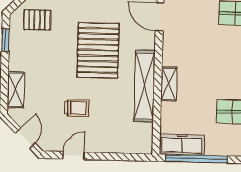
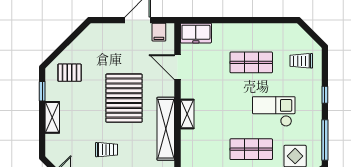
shelving: (169, 84) -> (187, 114), moved
shelving: (16, 90) -> (52, 117), moved

